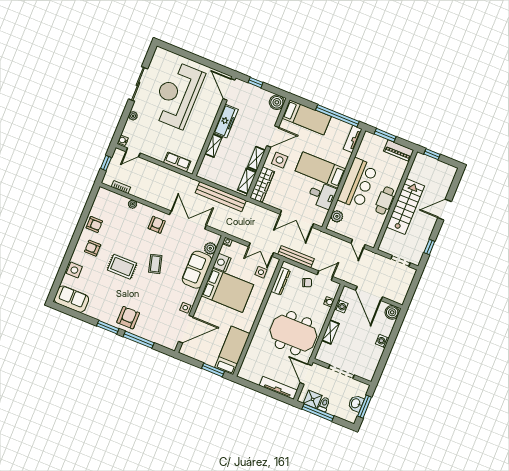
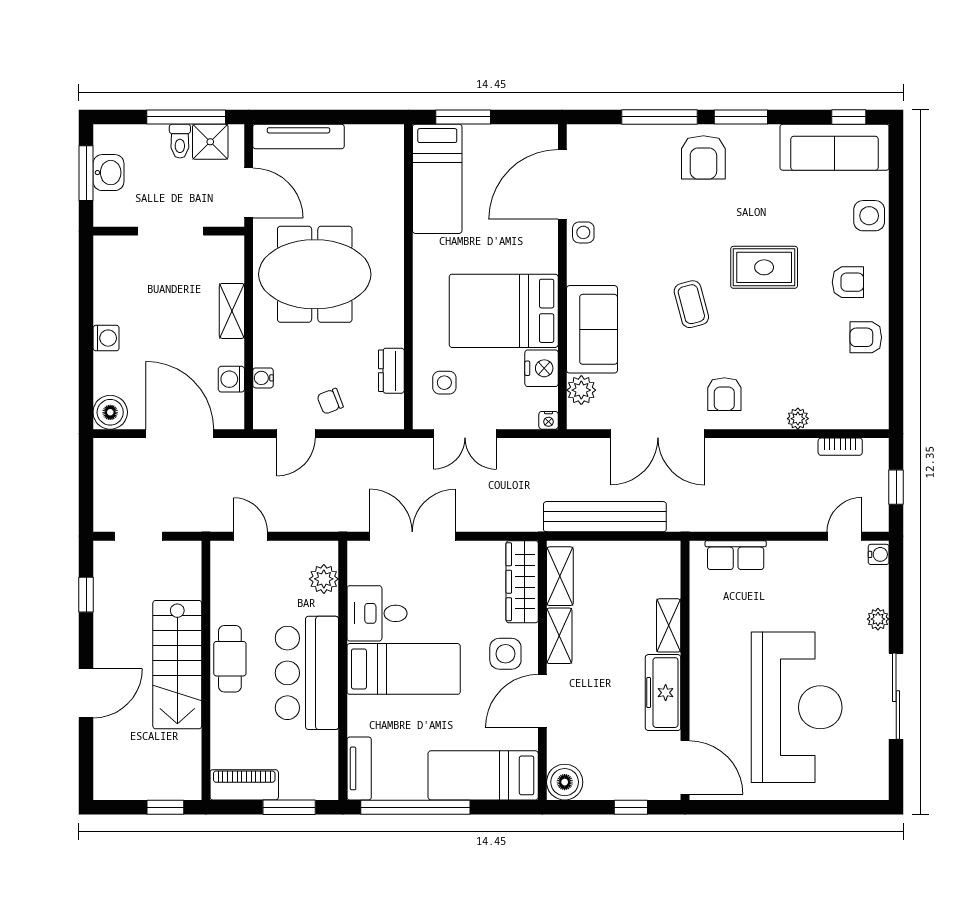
double door: (261, 250) -> (465, 434), swing flipped
bench: (296, 257) -> (379, 450), removed
dresser: (281, 281) -> (391, 371), width x0.70
sofa: (71, 299) -> (834, 147), width x1.36
window: (67, 311) -> (849, 117), added

